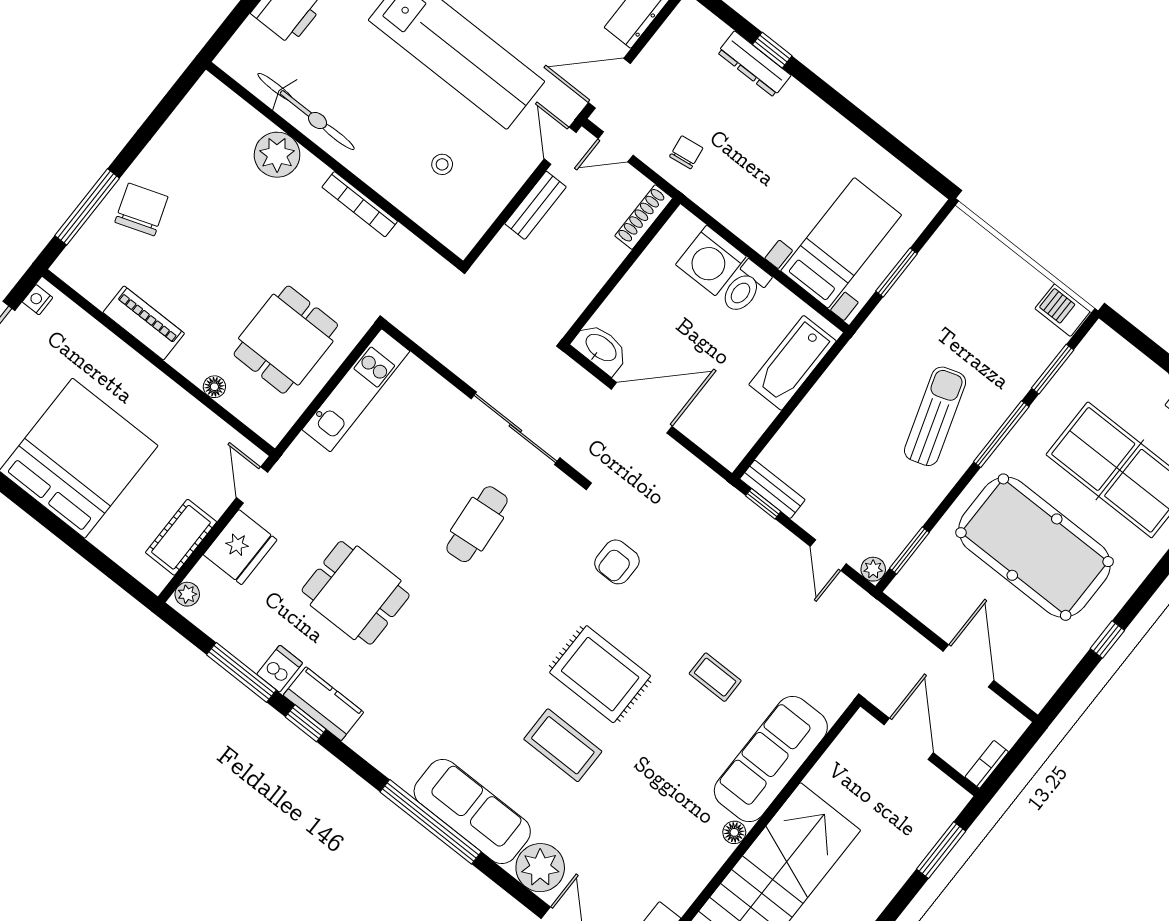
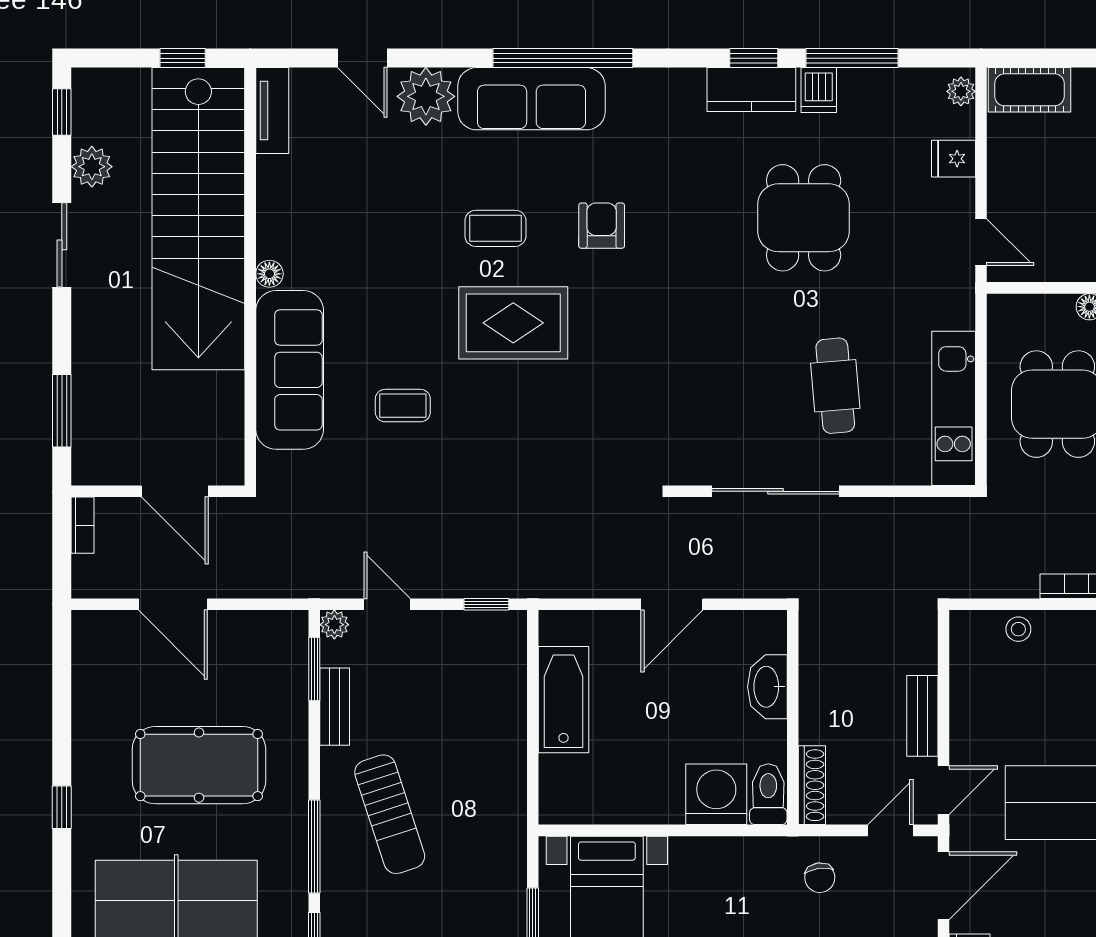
door: (560, 146) -> (943, 790), hinge flipped
stool: (442, 164) -> (1018, 629), moved
toilet: (745, 287) -> (768, 794), moved
washbasin: (600, 348) -> (767, 687), moved, turned 90
bathtub: (793, 363) -> (564, 700), moved
door: (642, 408) -> (672, 604), width x0.73
bench: (772, 489) -> (335, 707), moved, turned 90
cafe table: (477, 524) -> (835, 386), moved
cot: (181, 537) -> (1030, 90), moved, turned 90
fridge: (240, 547) -> (953, 159), width x0.53, depth x0.75
pool table: (1035, 547) -> (199, 765), width x0.73, depth x0.76
armchair: (617, 562) -> (602, 226), moved
dining table: (356, 593) -> (804, 218), turned 90
window: (1107, 640) -> (62, 807), moved
coffee table: (563, 745) -> (495, 228), width x0.73, depth x0.77

